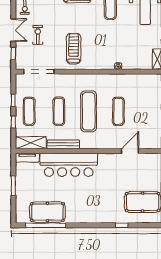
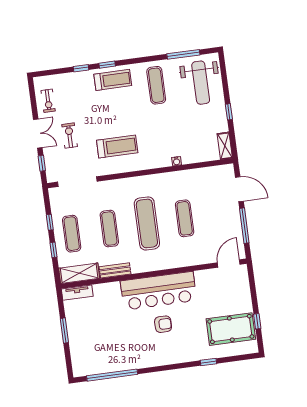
treadmill: (74, 49) -> (117, 147), turned 90
bench: (63, 144) -> (115, 270), width x0.73
door: (130, 151) -> (229, 264), moved
bar counter: (69, 165) -> (159, 291), moved
armchair: (91, 191) -> (163, 324), added
pool table: (47, 212) -> (112, 358), removed

